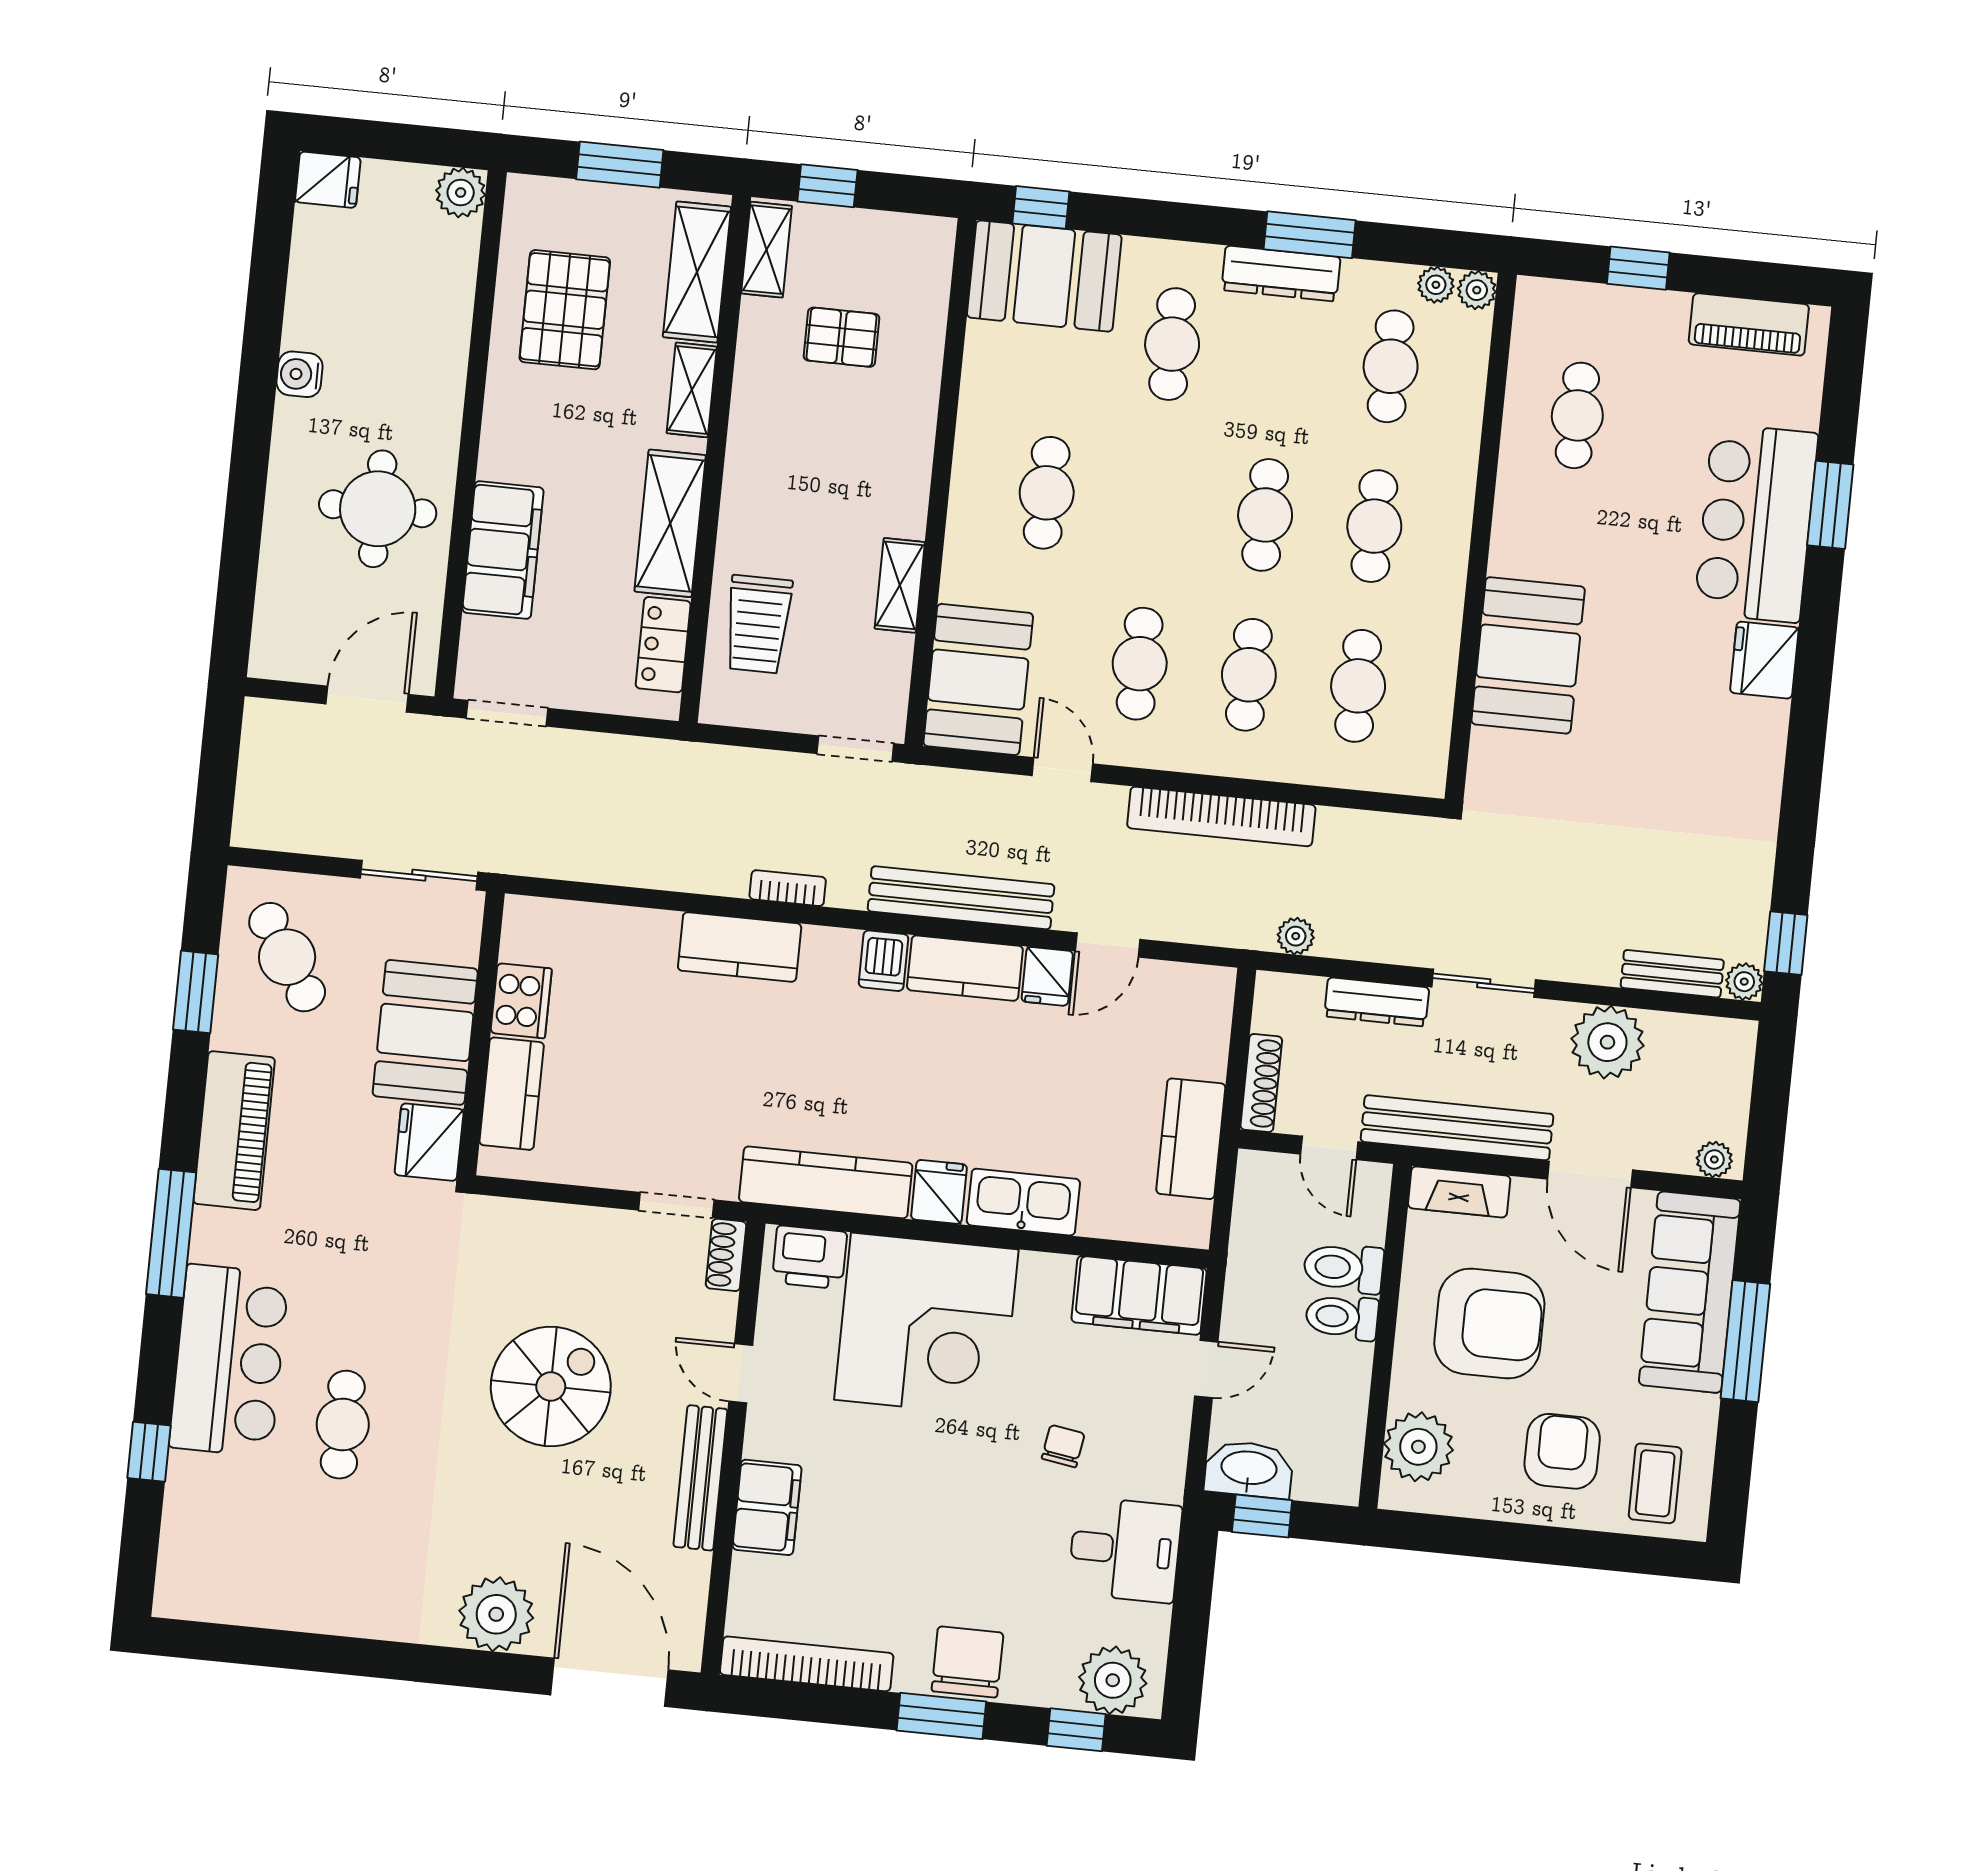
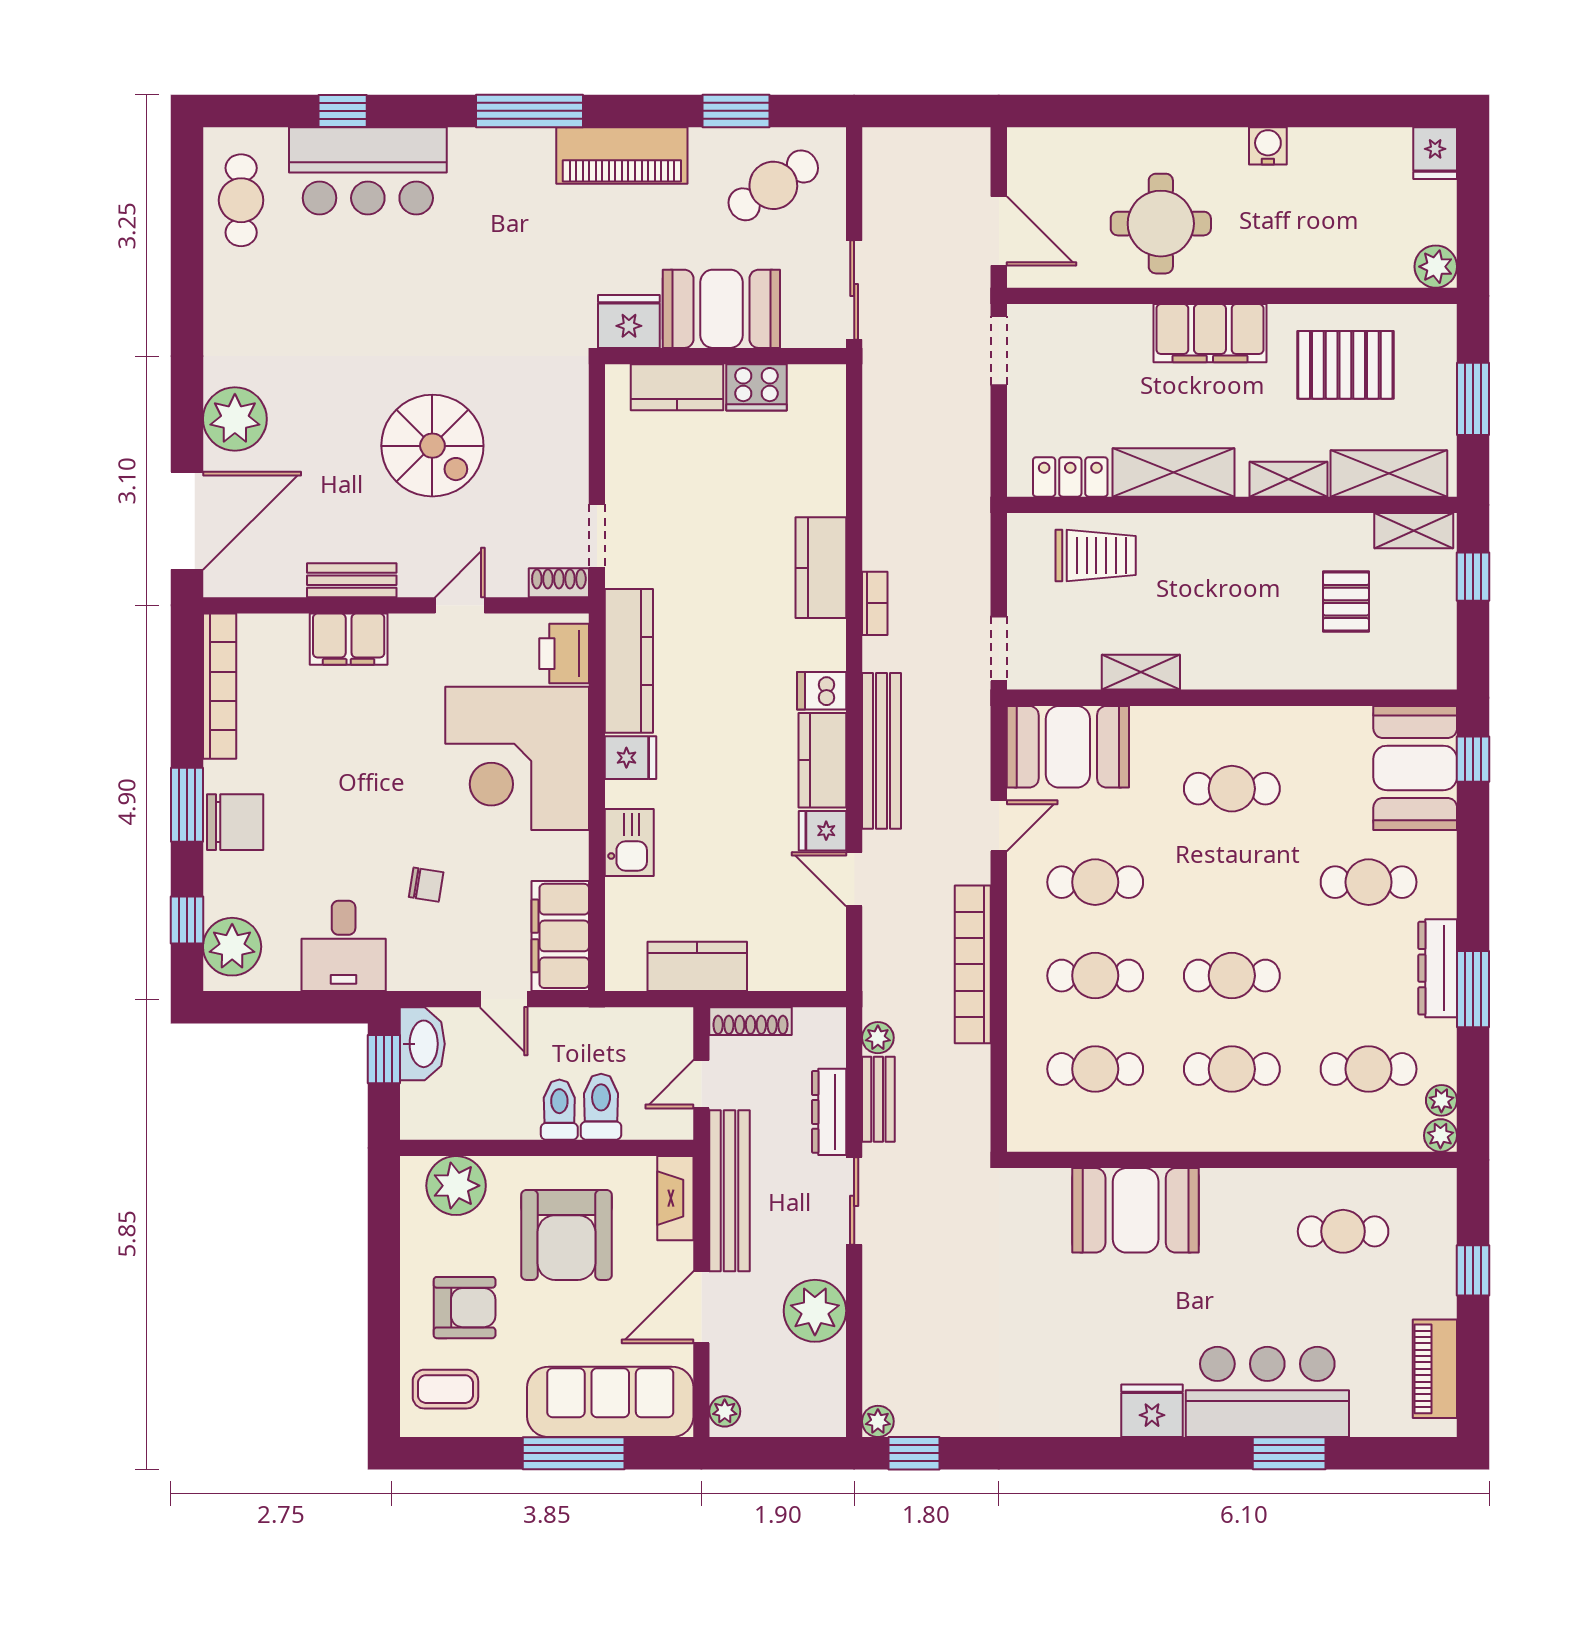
filing cabinet: (503, 550) -> (1210, 333), moved
trolley: (758, 624) -> (1096, 556), turned 180
bench: (1672, 974) -> (878, 1099), moved
kitchen sink: (1023, 1202) -> (629, 843), width x0.73
bar counter: (229, 1360) -> (368, 171), moved
cafe table: (343, 1425) -> (241, 200), moved, turned 90
bench: (700, 1478) -> (352, 580), width x0.73

